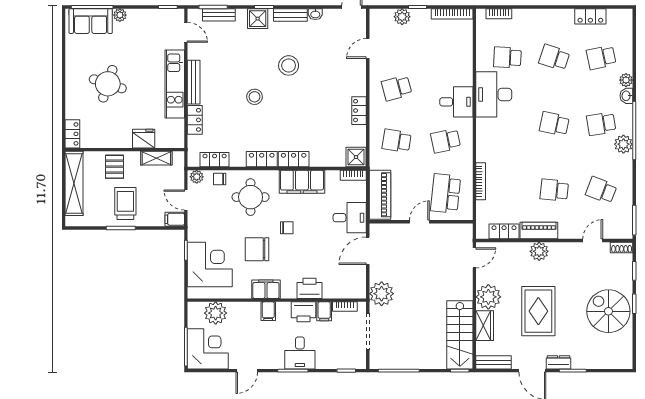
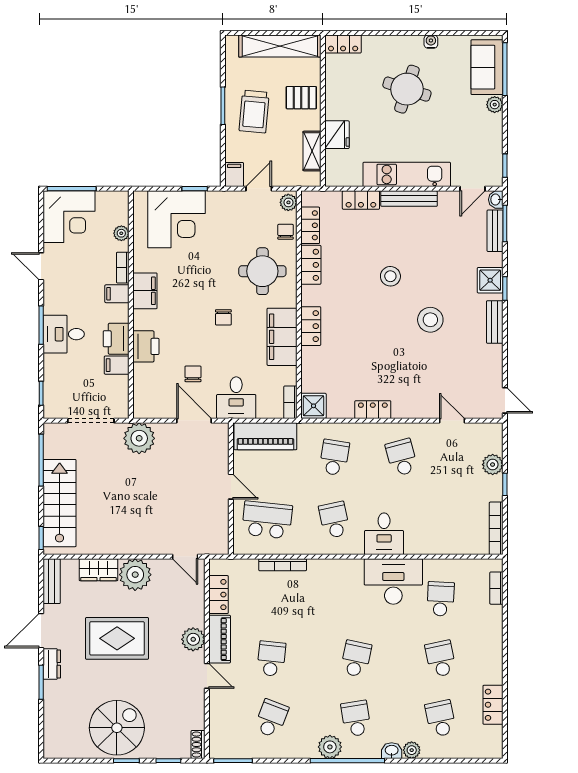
washbasin: (315, 14) -> (496, 200), moved
school desk: (554, 57) -> (441, 659), turned -30
water cooler: (71, 65) -> (431, 42), added
locker: (262, 159) -> (311, 265), moved
trolley: (125, 204) -> (254, 112), turned 95
door: (593, 241) -> (207, 676), moved
chair: (257, 249) -> (193, 374), moved, width x0.54, depth x0.54
bookcase: (345, 307) -> (123, 268), moved
plant: (216, 313) -> (121, 233), width x0.53, depth x0.53
stairs: (460, 335) -> (60, 503), moved, turned 90

